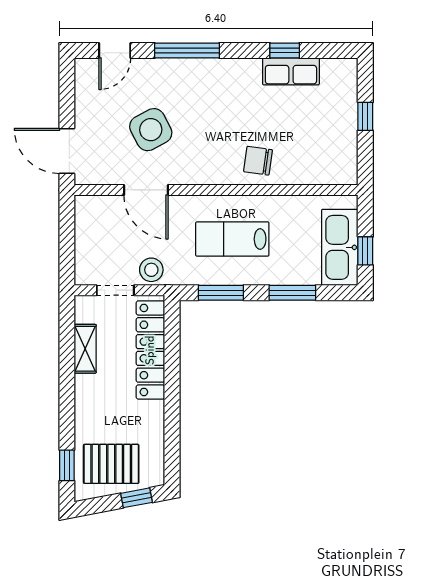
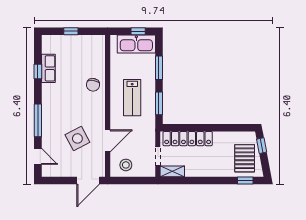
stool: (151, 270) -> (126, 165), moved
shelving: (85, 349) -> (172, 171), moved

